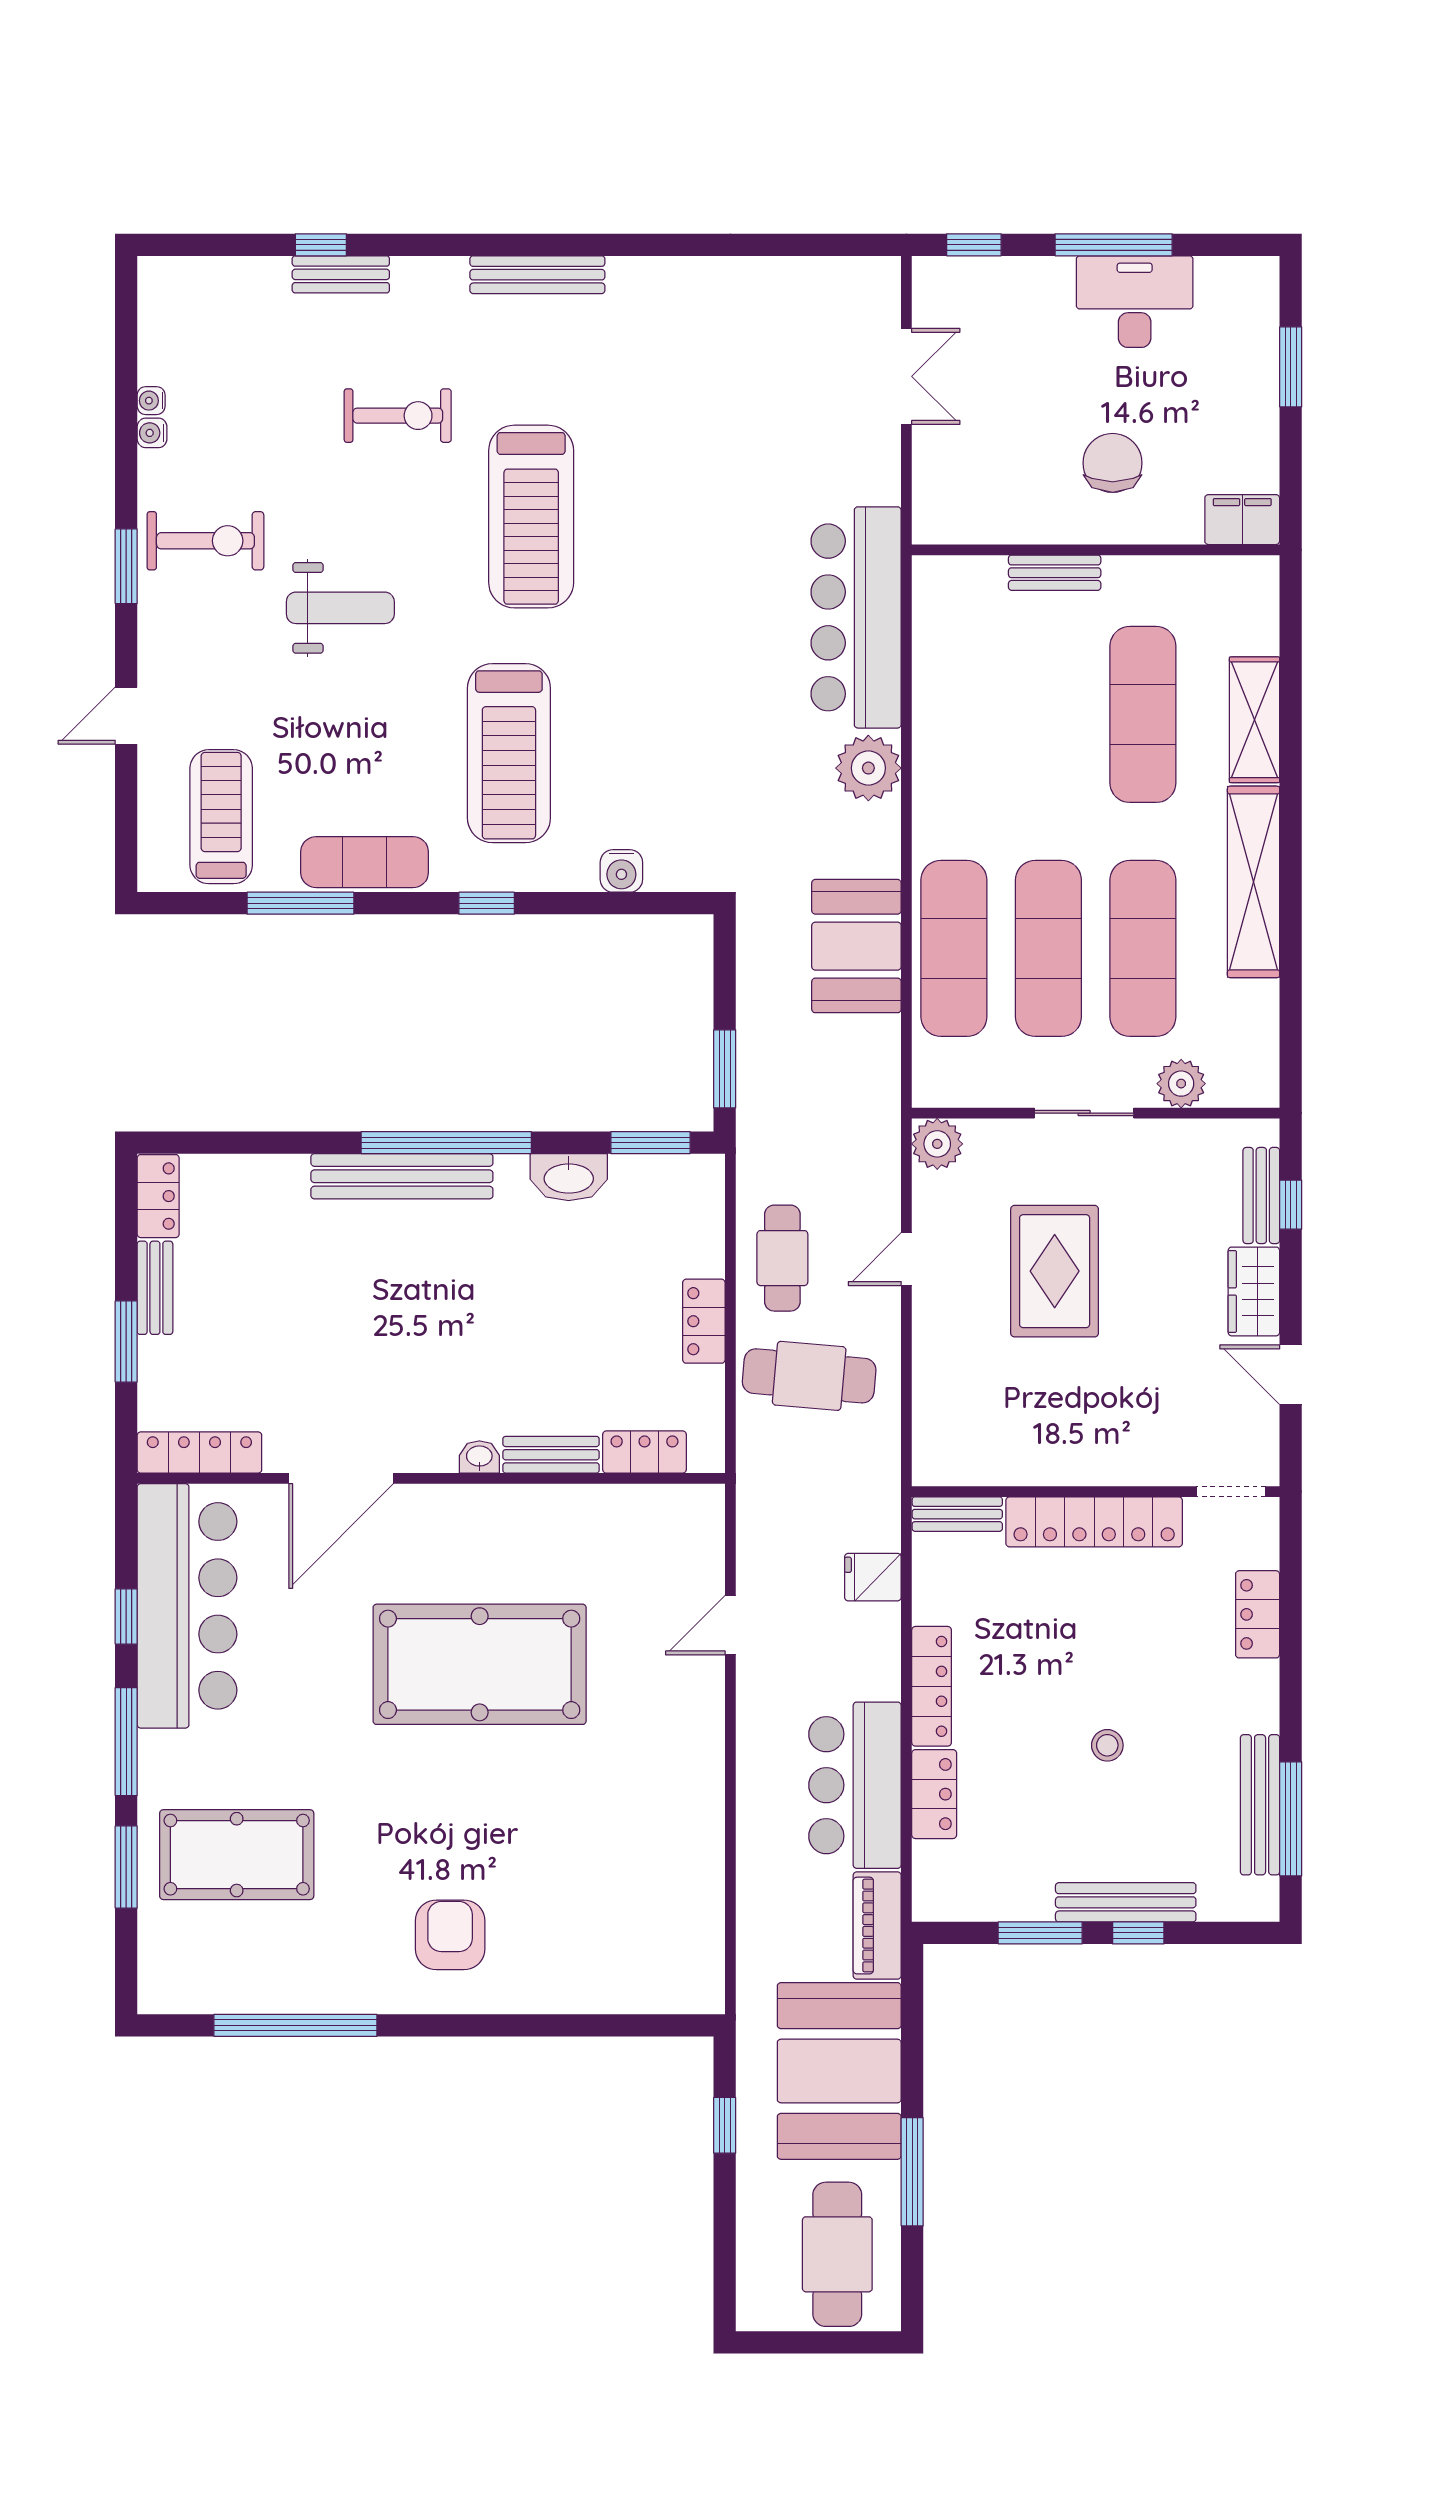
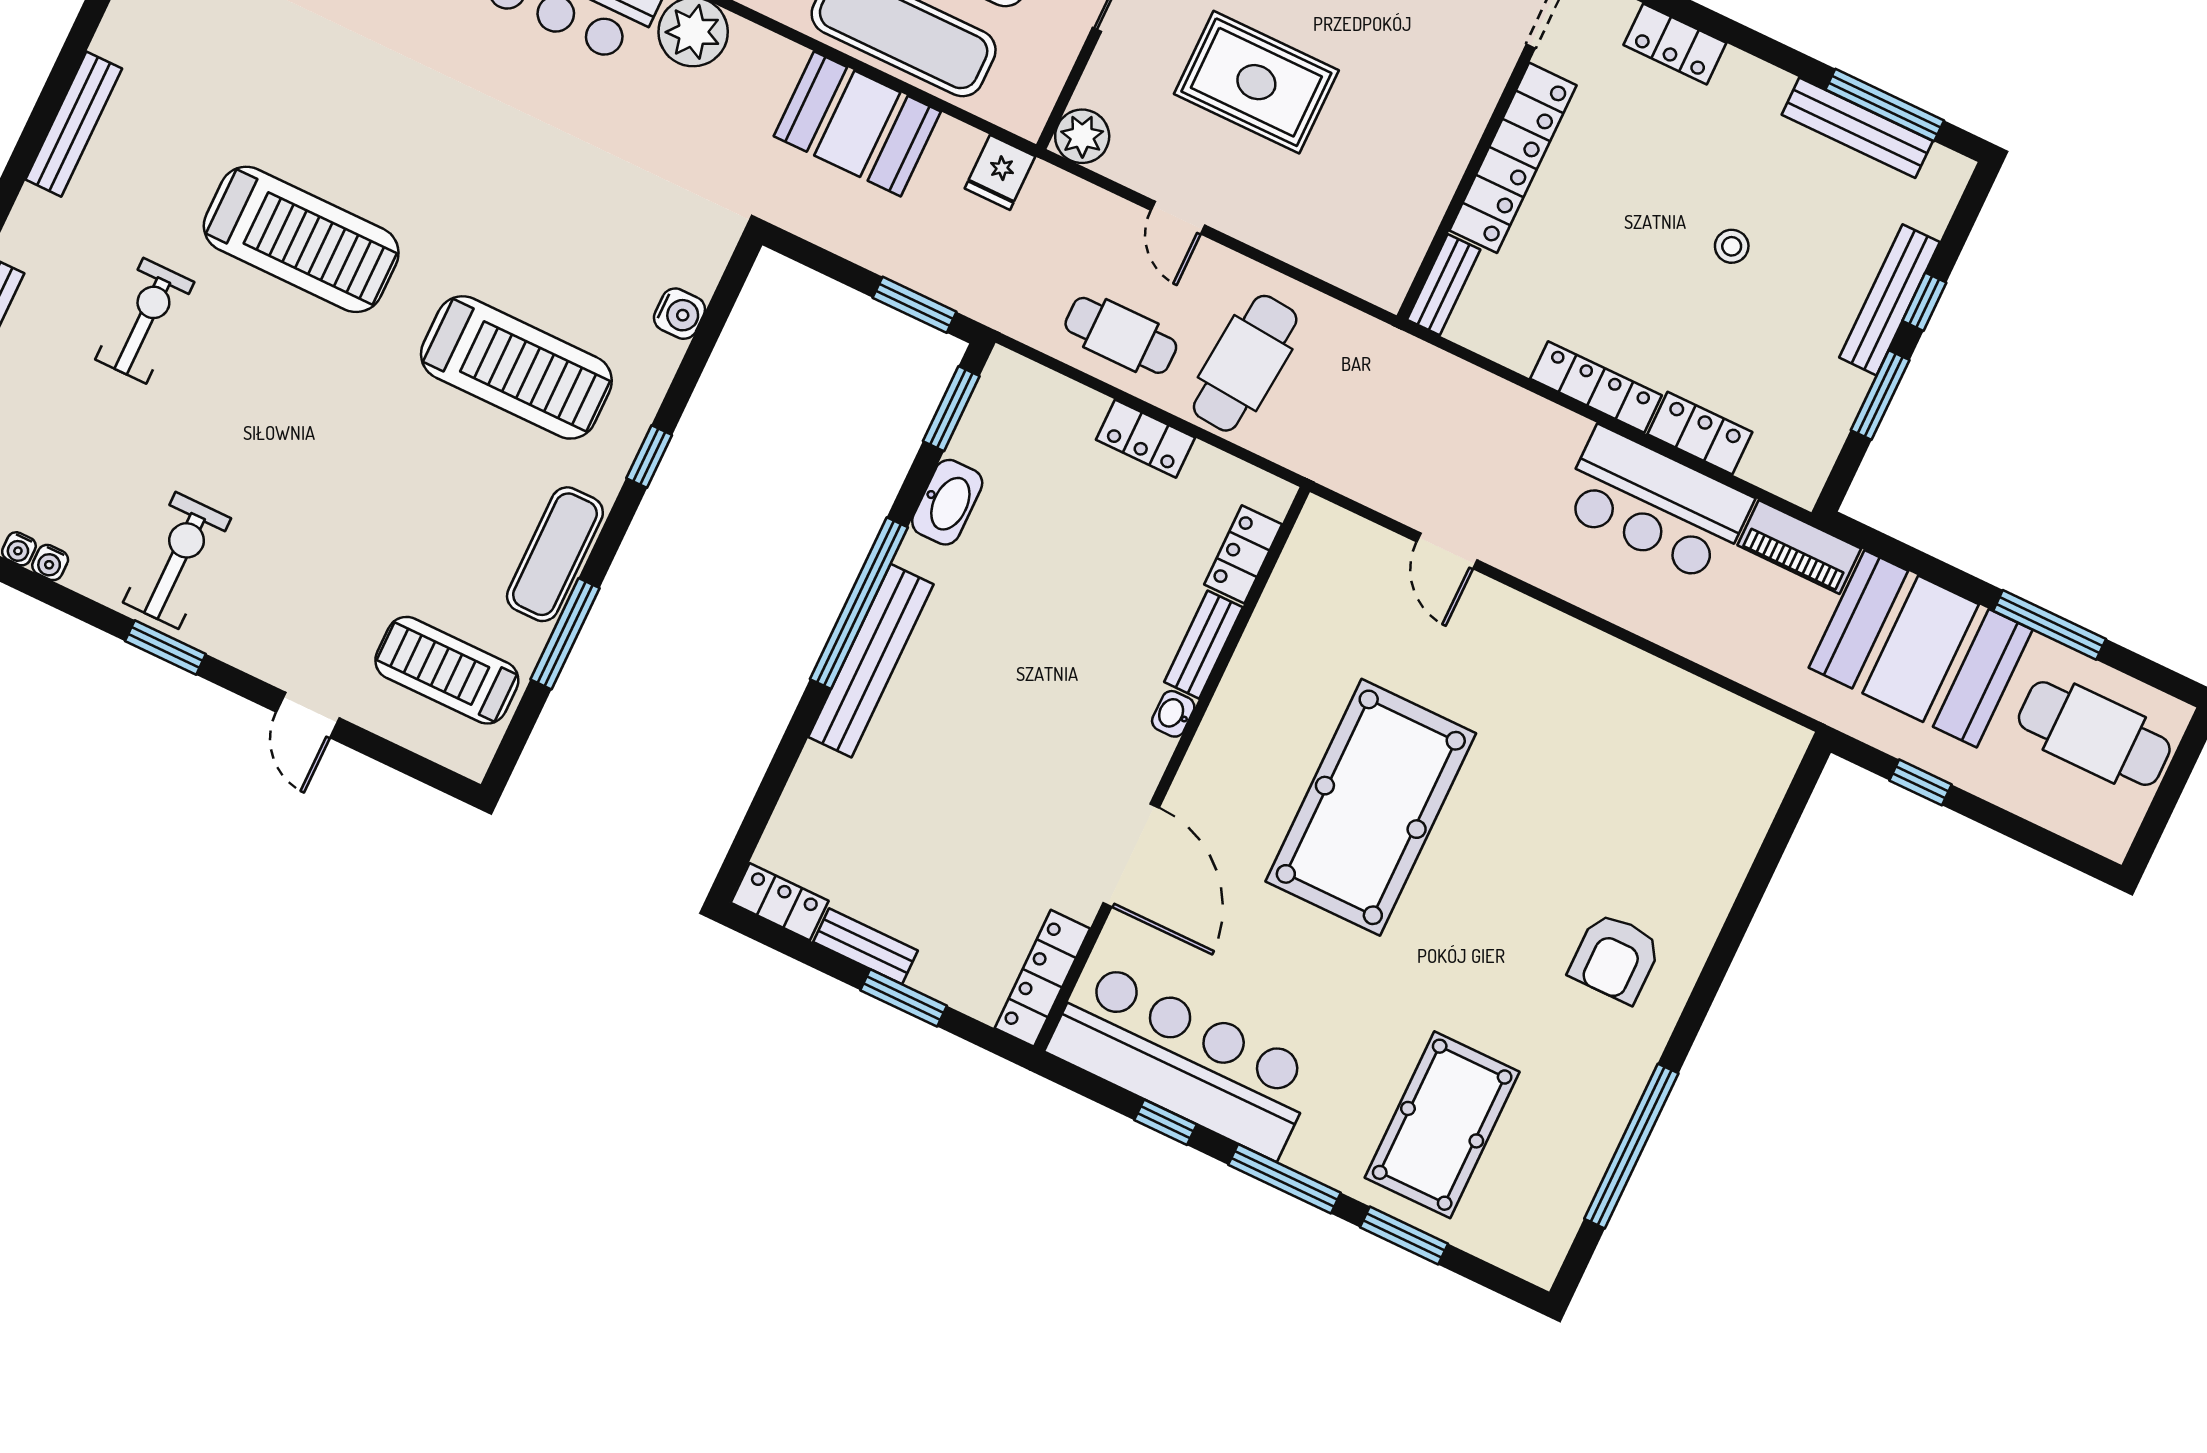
weight bench: (340, 608) -> (302, 462), removed
fridge: (873, 1577) -> (1000, 172), moved
armchair: (450, 1935) -> (1615, 958), turned -90

